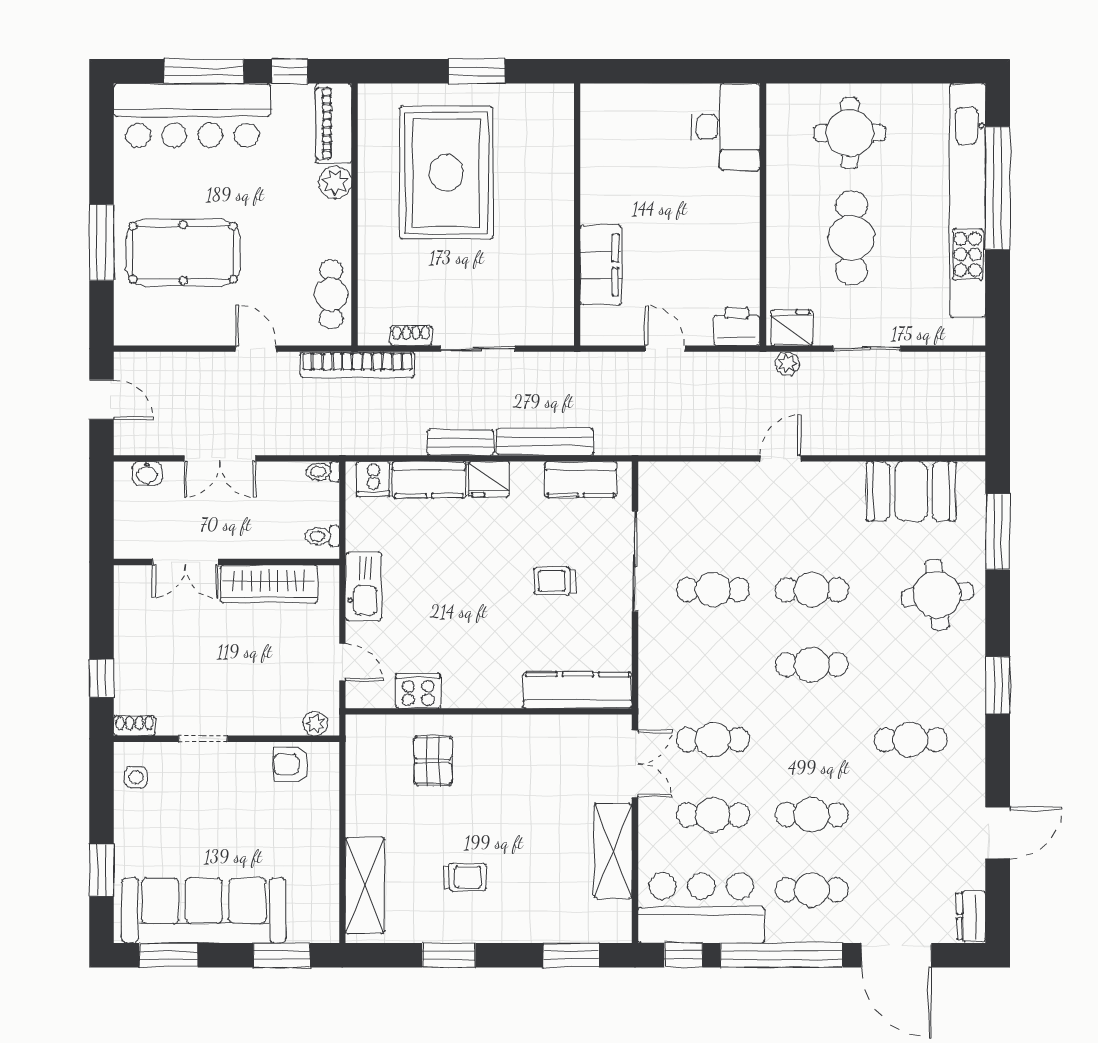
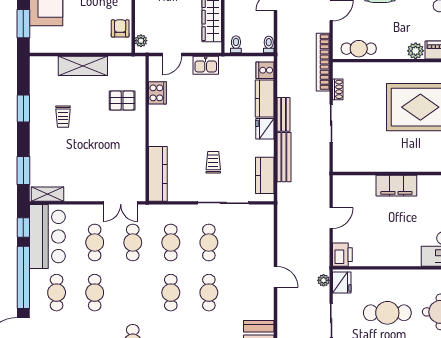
filing cabinet: (601, 265) -> (396, 186), moved
kitchen sink: (363, 587) -> (206, 65), width x0.73
cafe table: (713, 665) -> (171, 243), added
shelving: (613, 851) -> (48, 194), moved, width x0.67, depth x0.75
shelving: (365, 885) -> (83, 66), moved

